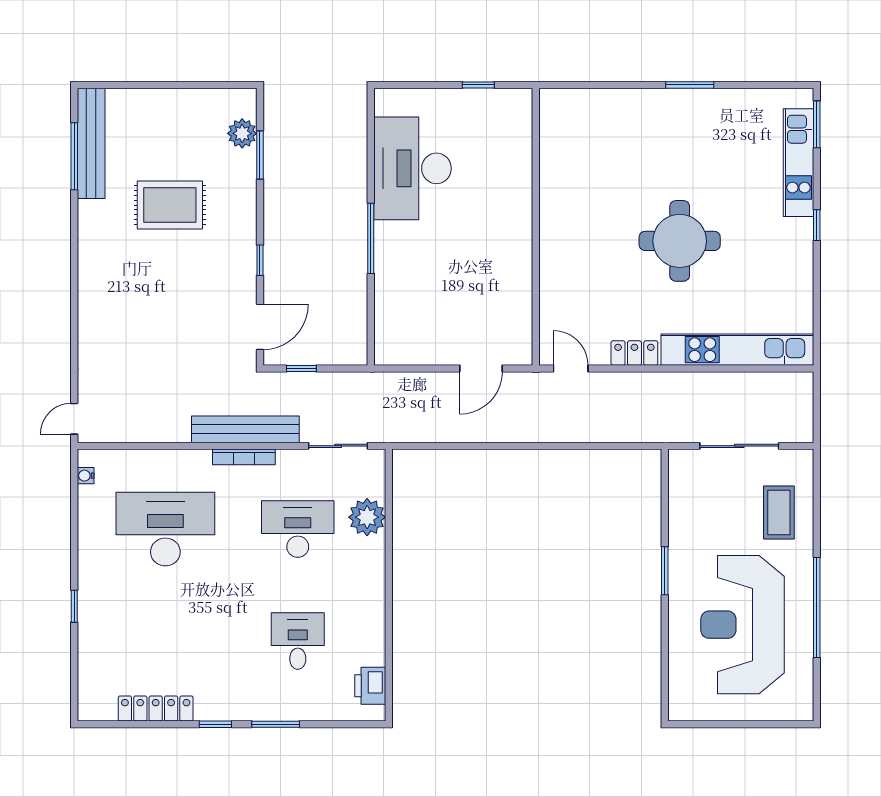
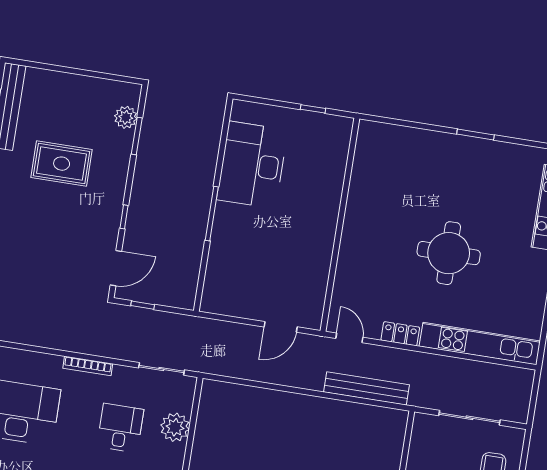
bench: (245, 429) -> (367, 388), moved
desk: (298, 529) -> (120, 428), width x0.73

